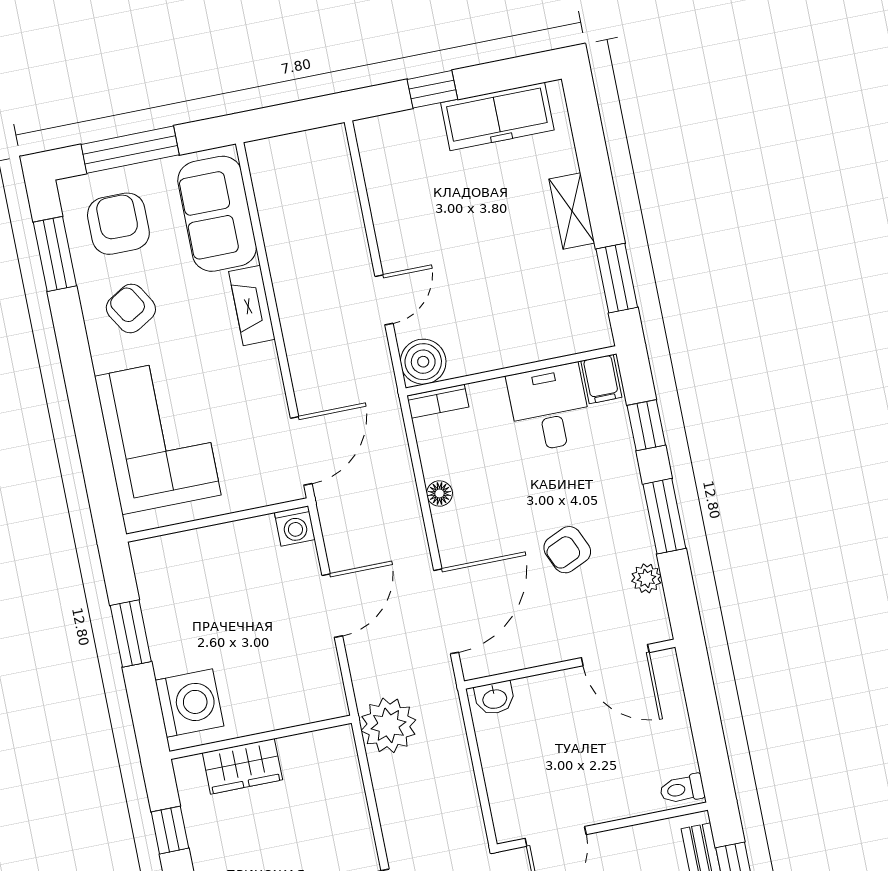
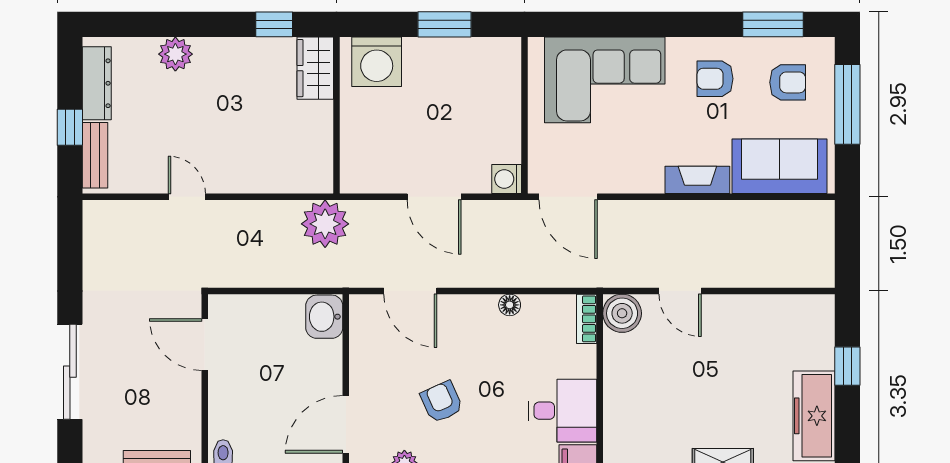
armchair: (118, 224) -> (788, 82), width x0.72, depth x0.72
armchair: (131, 308) -> (715, 79), turned -149
door: (446, 611) -> (410, 291), width x0.73
washbasin: (495, 698) -> (324, 317), width x1.38, depth x1.45
wardrobe: (242, 766) -> (315, 68), moved

